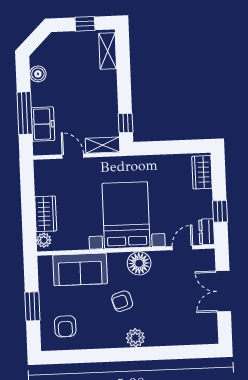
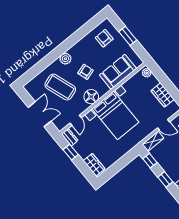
window: (124, 84) -> (165, 179), added
wardrobe: (46, 214) -> (163, 95), moved
coffee table: (170, 306) -> (60, 87), added

